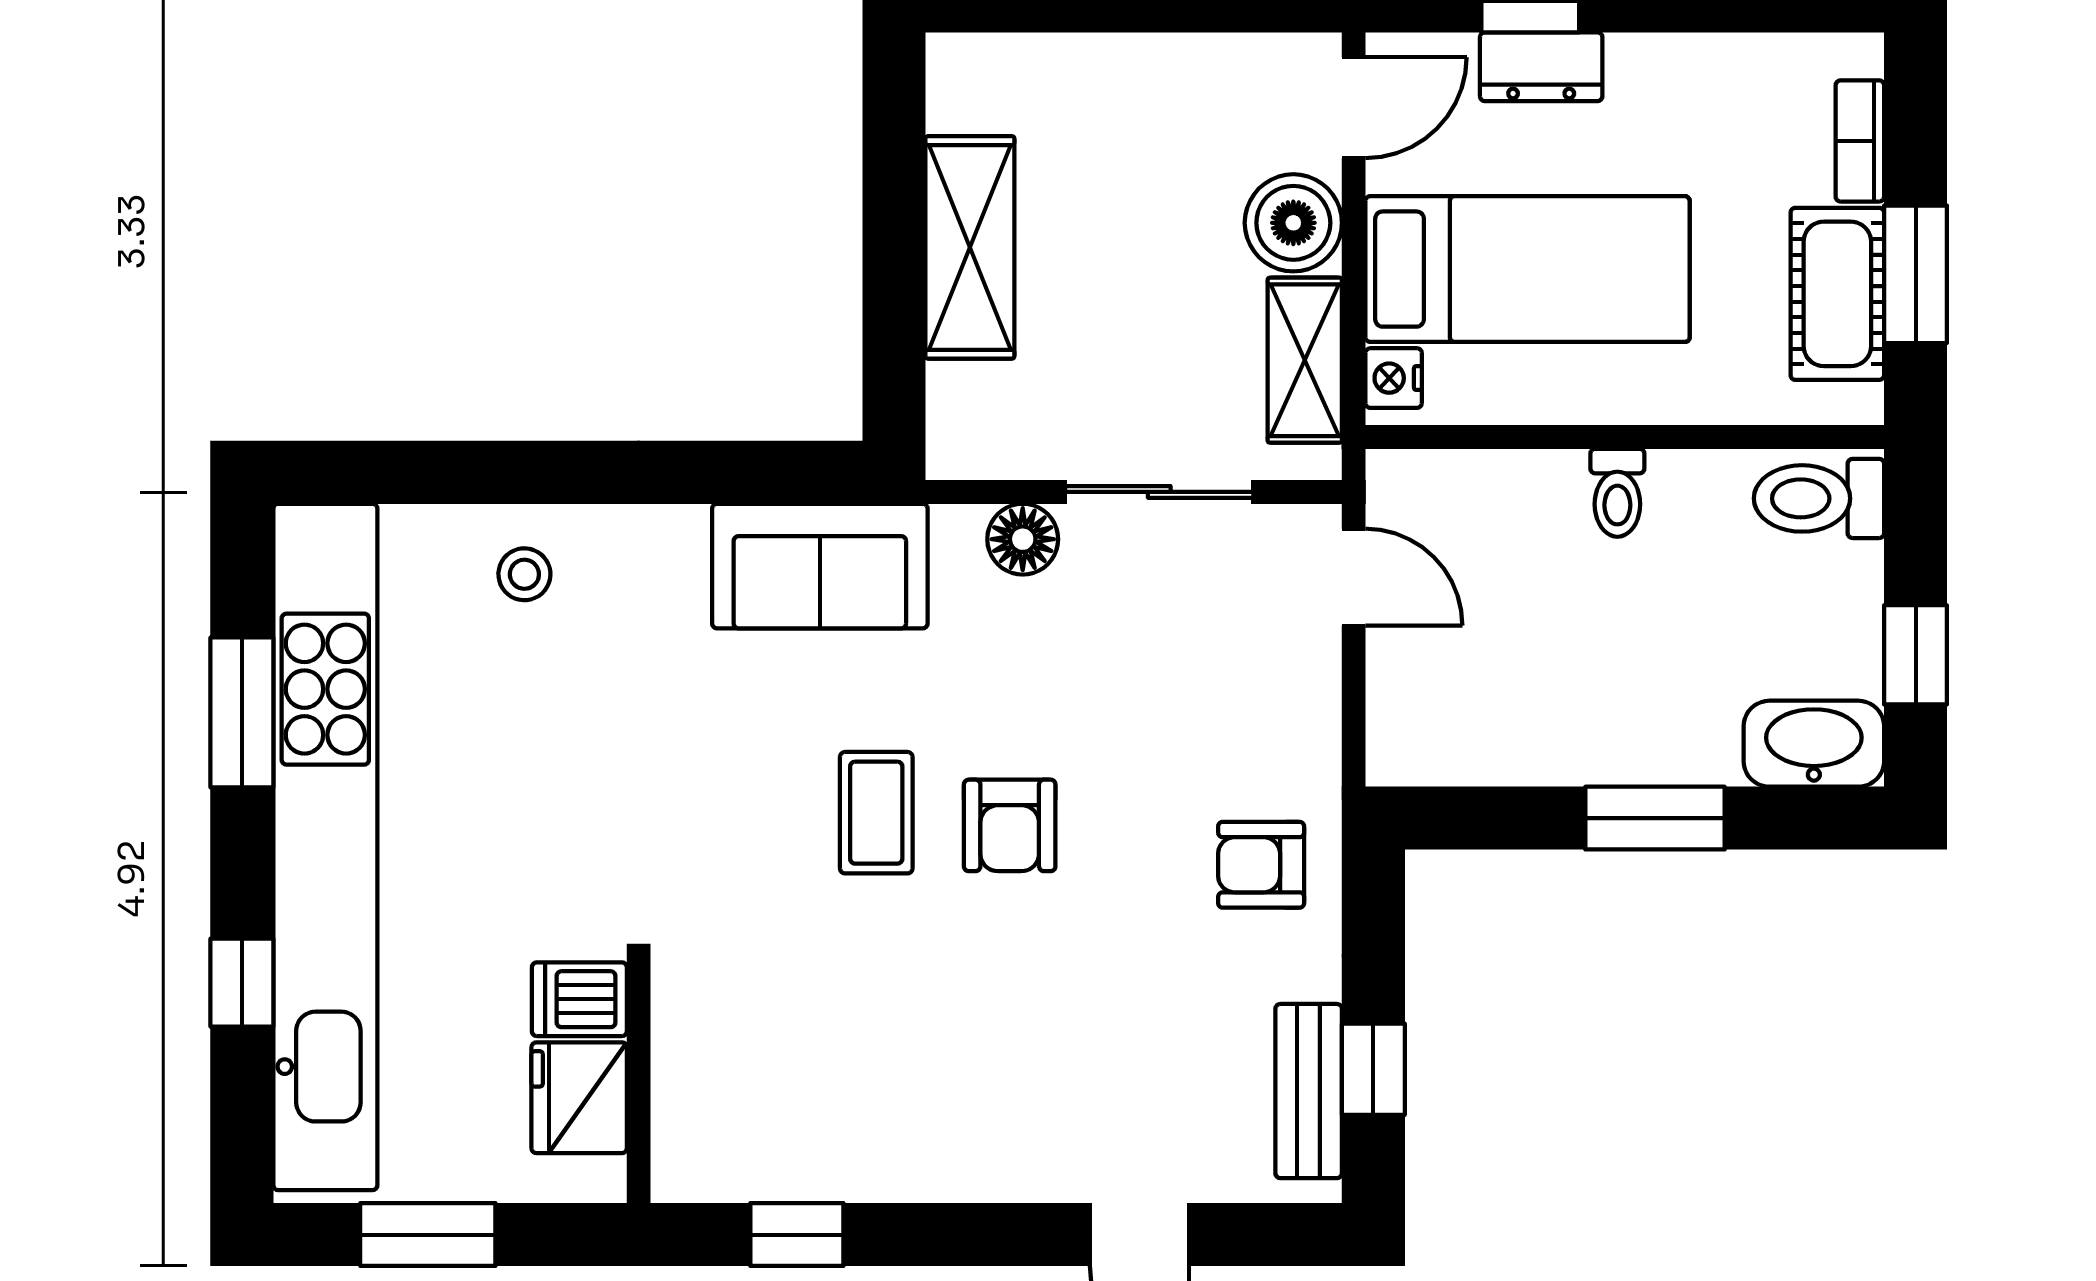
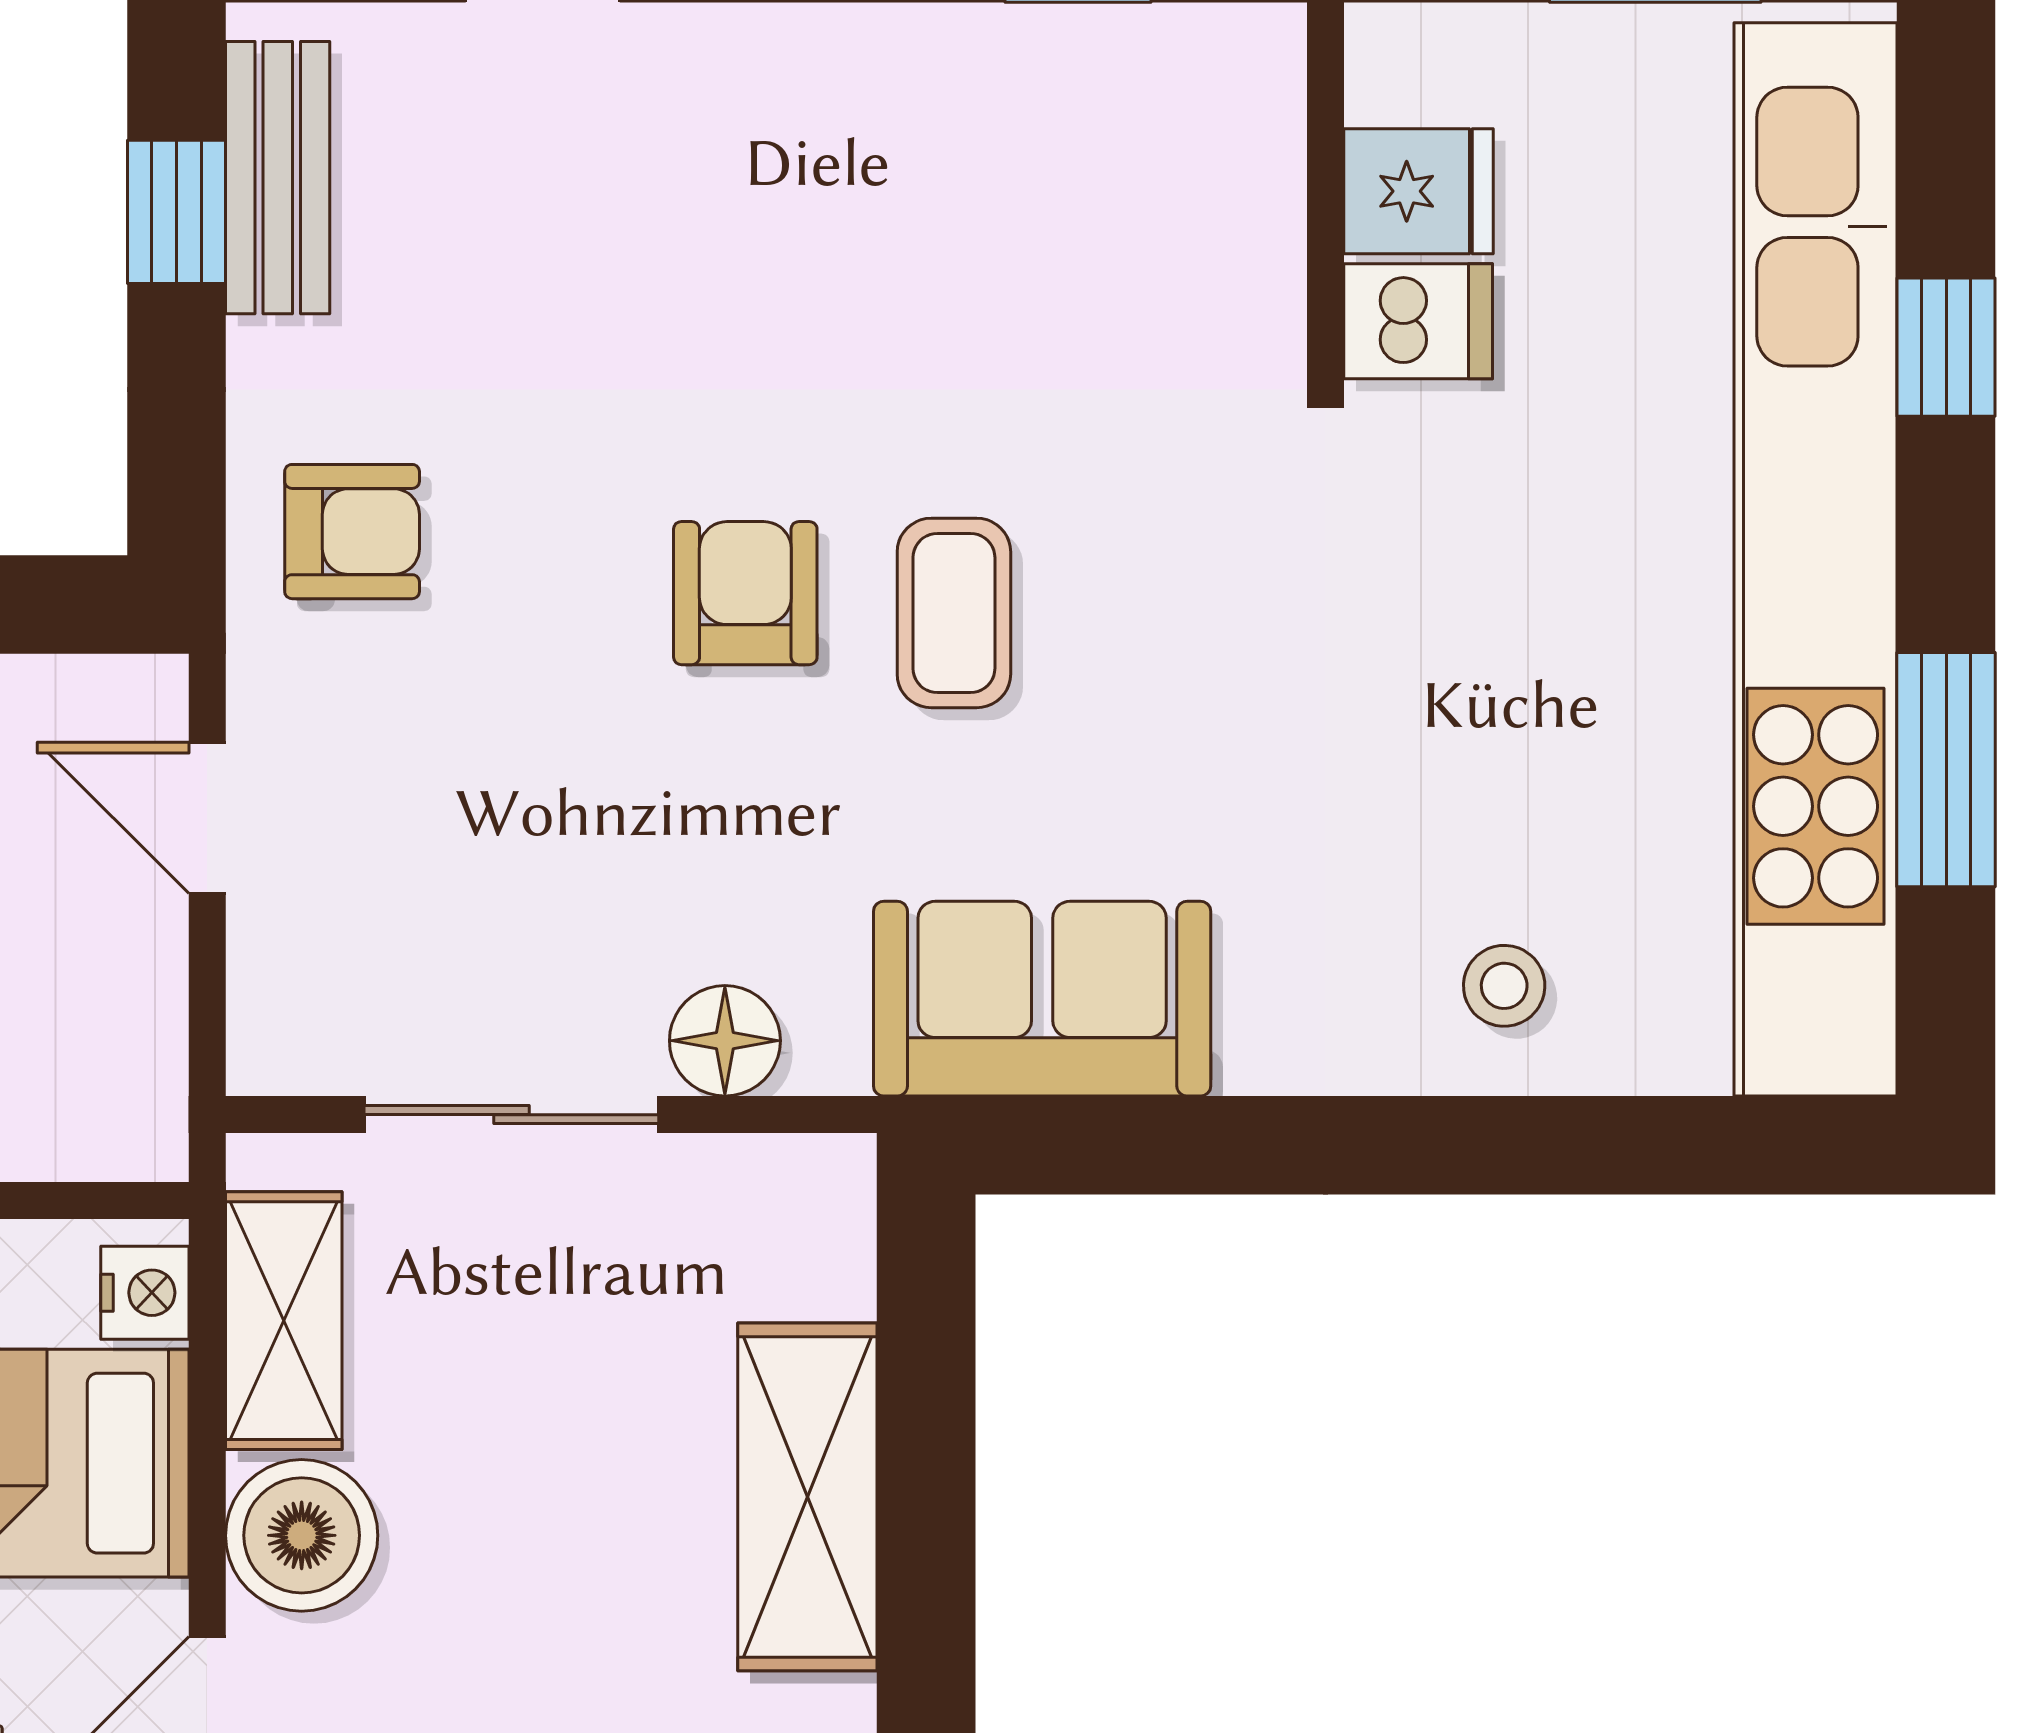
door: (1354, 577) -> (207, 818), moved
fridge: (579, 1098) -> (1419, 191), width x0.72

